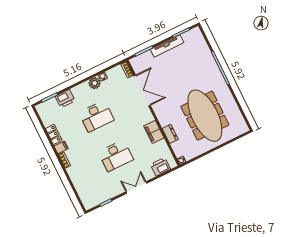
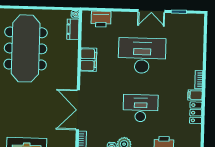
dresser: (170, 134) -> (73, 29), moved
desk: (116, 156) -> (142, 56), width x1.36, depth x1.30
double door: (136, 188) -> (151, 11), moved

